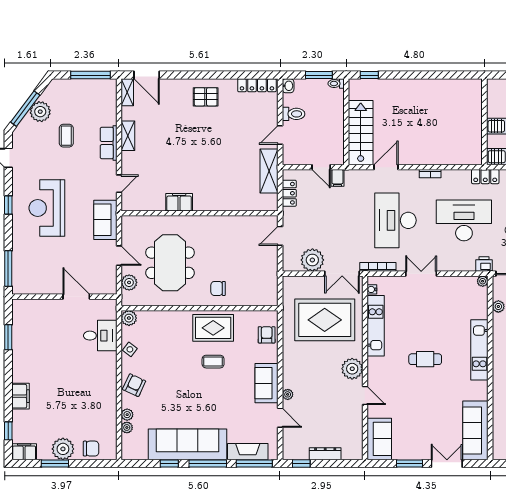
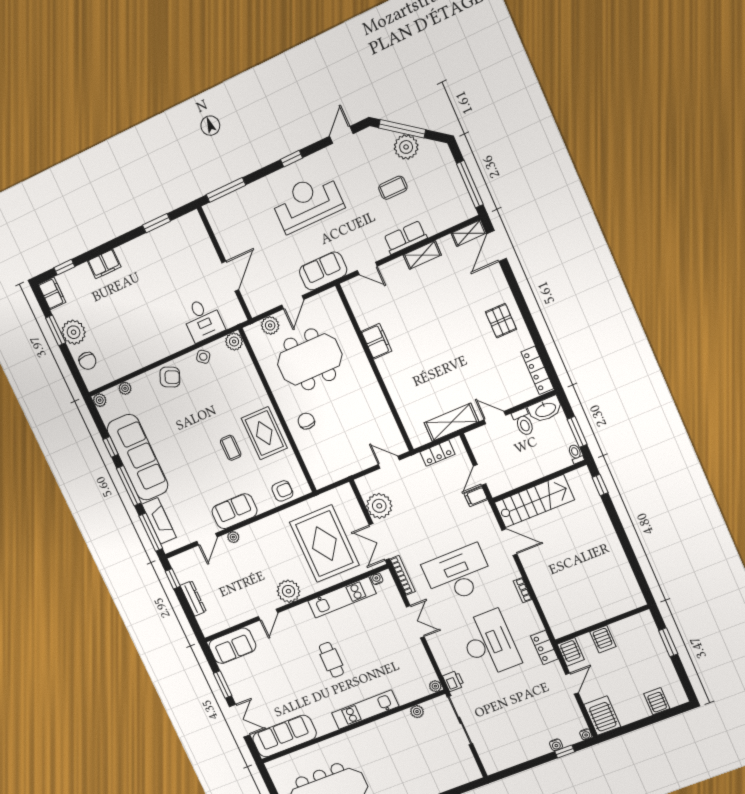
washbasin: (288, 86) -> (545, 409), width x1.91, depth x1.45
plant: (127, 415) -> (100, 400), moved

